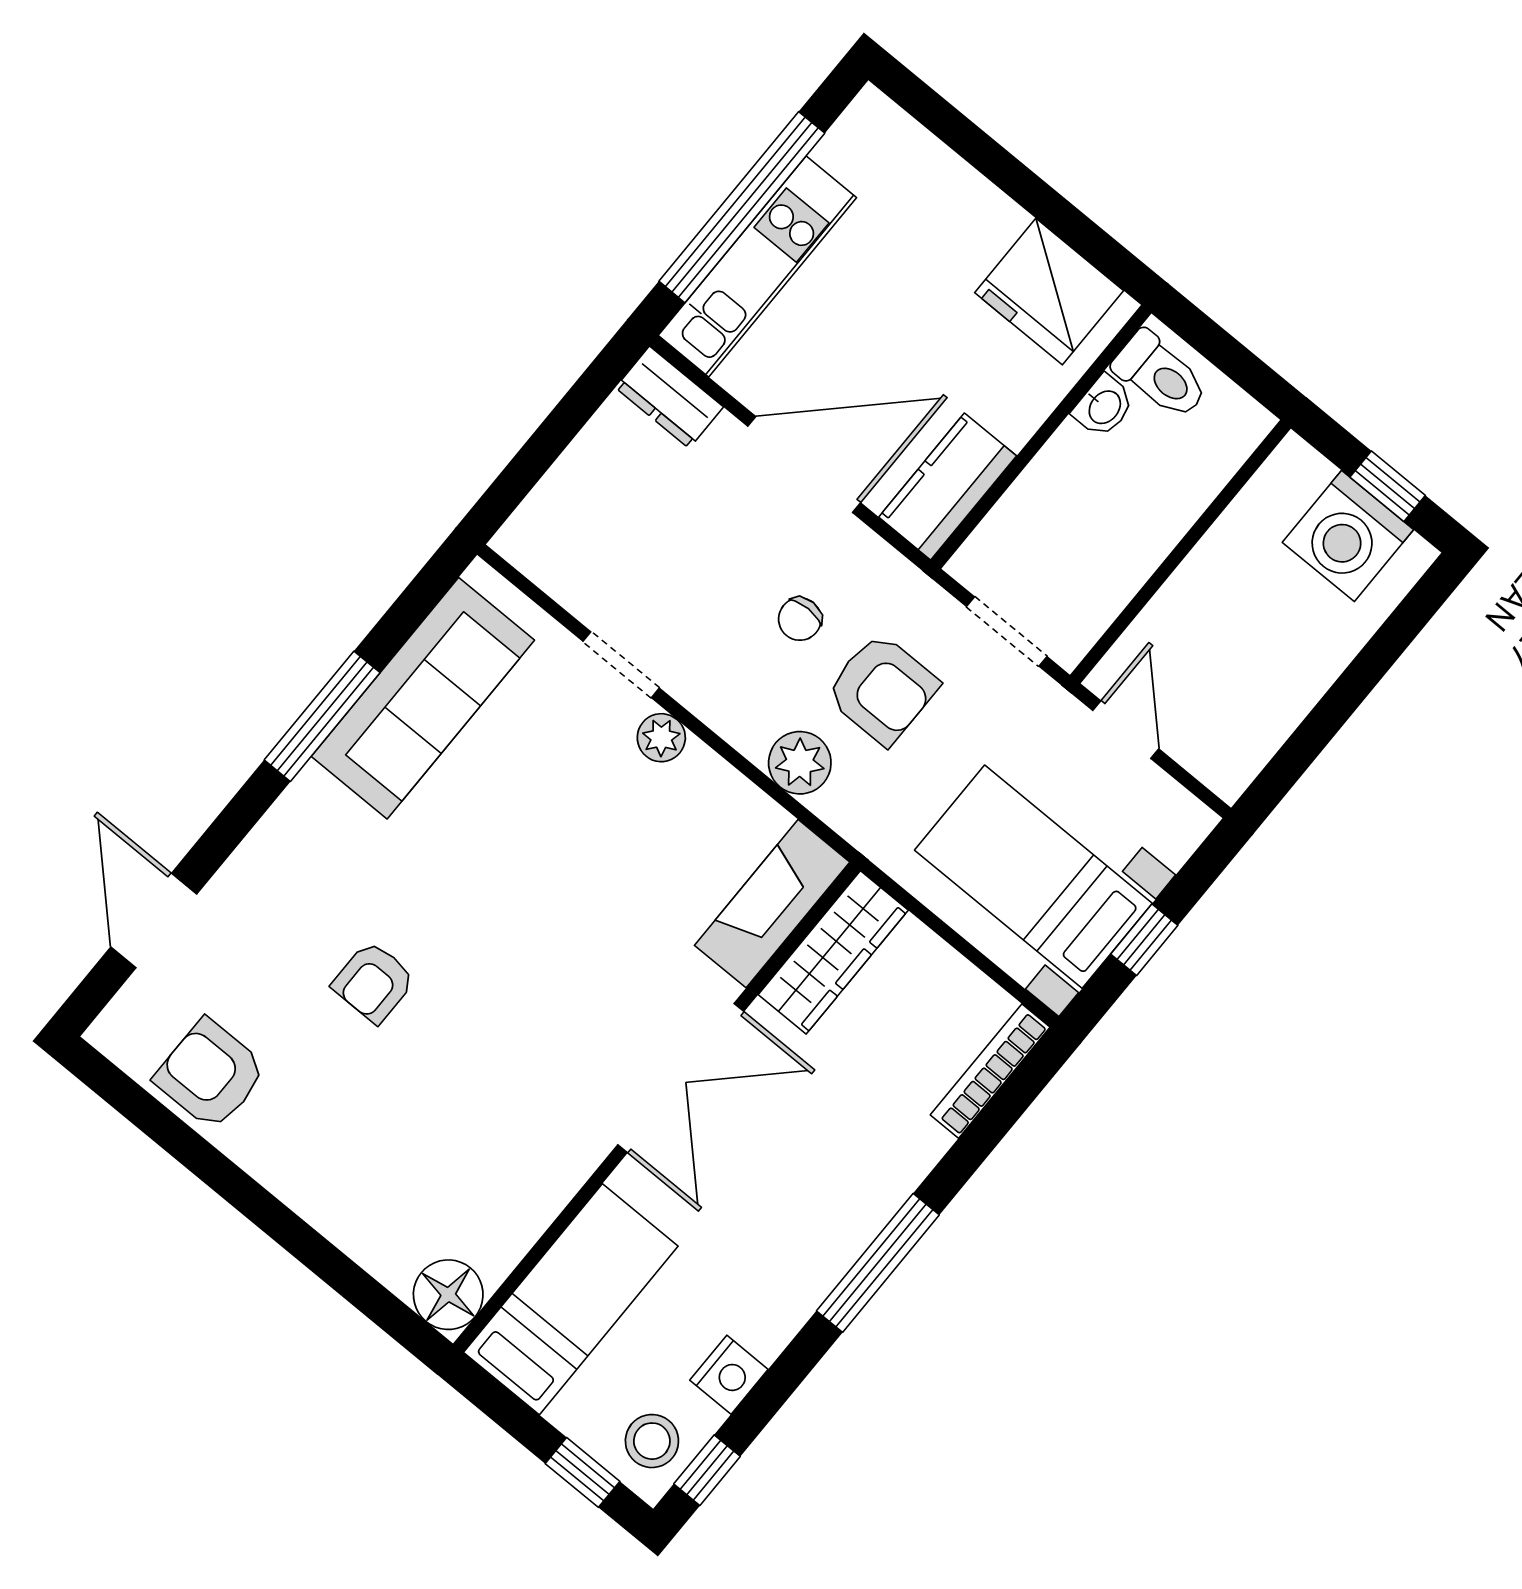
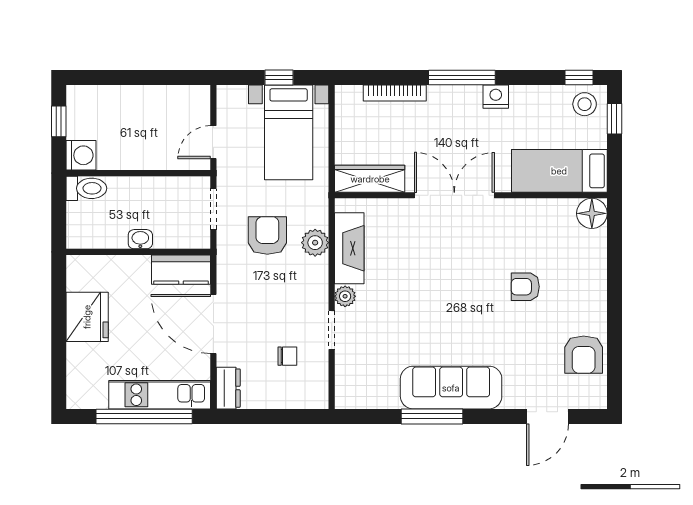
fridge: (1049, 292) -> (87, 317), moved
toilet: (1161, 375) -> (86, 188), moved, turned 90
washbasin: (1104, 406) -> (140, 239), moved
washing machine: (1348, 536) -> (81, 155), moved, width x0.73, depth x0.73
chair: (800, 619) -> (287, 356), moved
sofa: (423, 698) -> (451, 388), moved
fireplace: (772, 904) -> (349, 248), moved, turned -90
armchair: (374, 982) -> (525, 287), moved, turned 180
bookcase: (990, 1071) -> (395, 93), moved
nightstand: (729, 1375) -> (496, 97), moved

